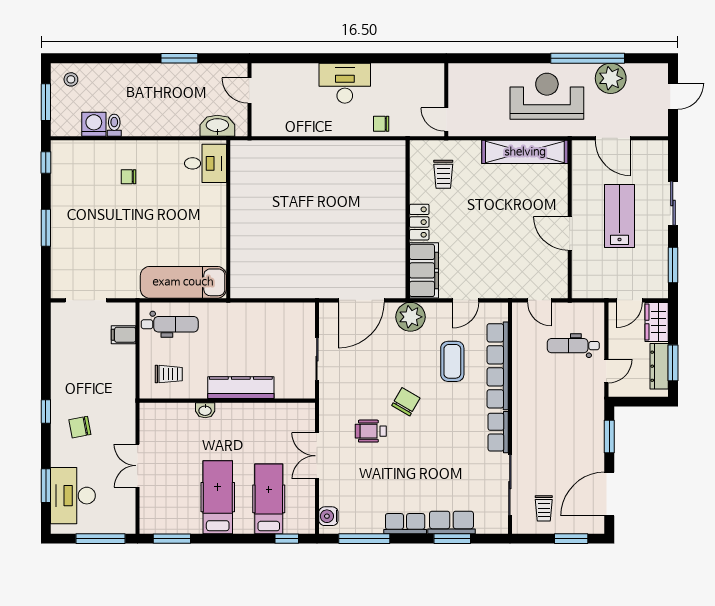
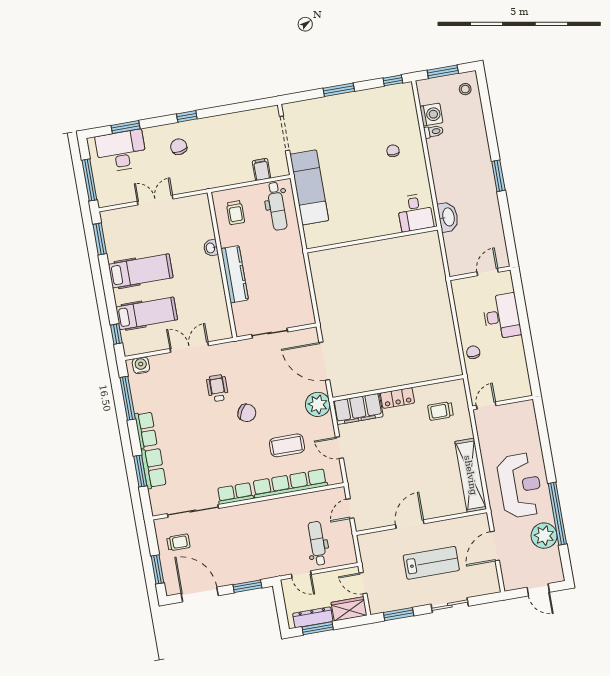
door: (249, 91) -> (488, 272), moved
wall: (249, 100) -> (480, 273), moved
exam couch: (183, 282) -> (309, 187), moved
trolley: (544, 508) -> (178, 542), turned 180

